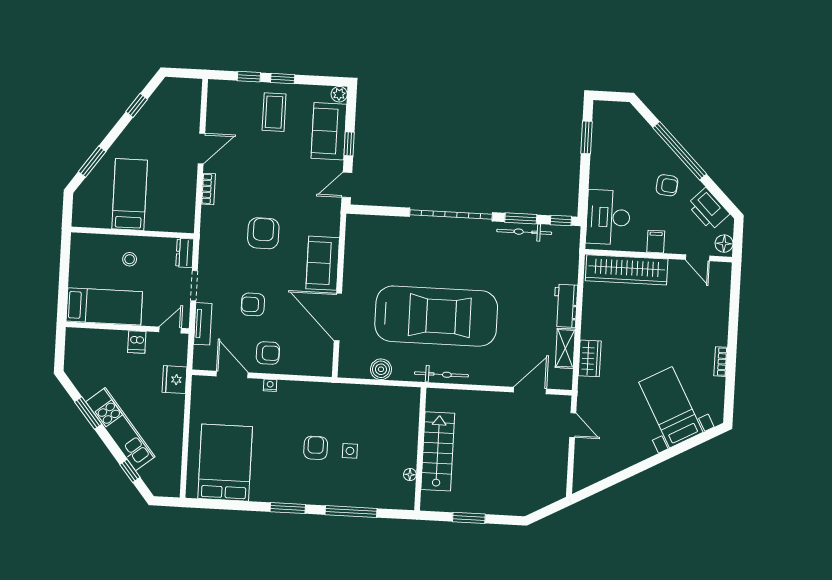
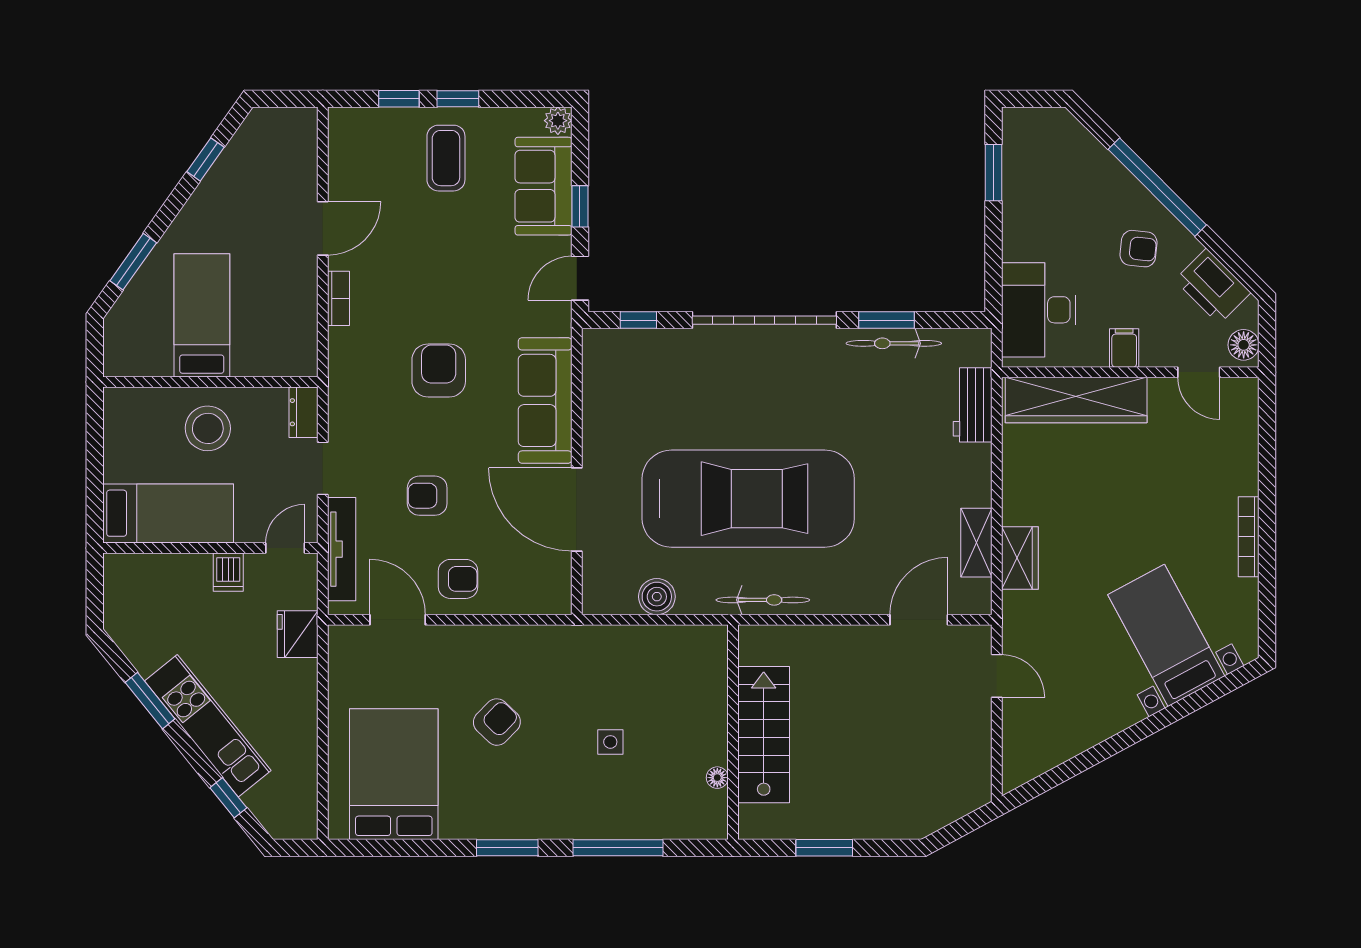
window: (561, 221) -> (638, 320), moved
stool: (130, 259) -> (208, 428), width x1.89, depth x1.89
sofa: (323, 263) -> (545, 400), width x1.36
workbench: (565, 306) -> (973, 405), moved
tv unit: (203, 324) -> (342, 549), width x1.41
bookcase: (721, 362) -> (1249, 537), width x1.56
nightstand: (270, 385) -> (465, 635), removed
armchair: (316, 448) -> (497, 722), moved, turned 44

